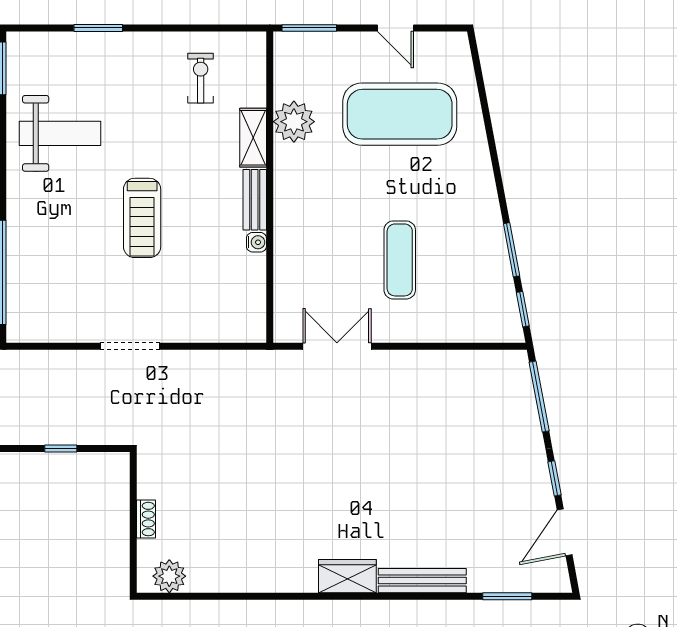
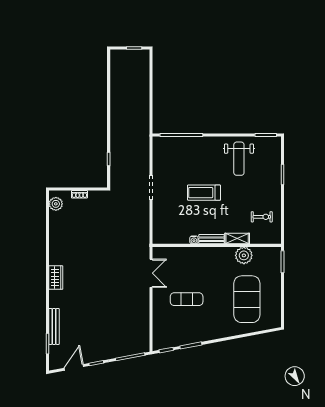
door: (395, 28) -> (283, 297), removed
door: (565, 532) -> (74, 367), hinge flipped
bench: (422, 581) -> (54, 326), moved

